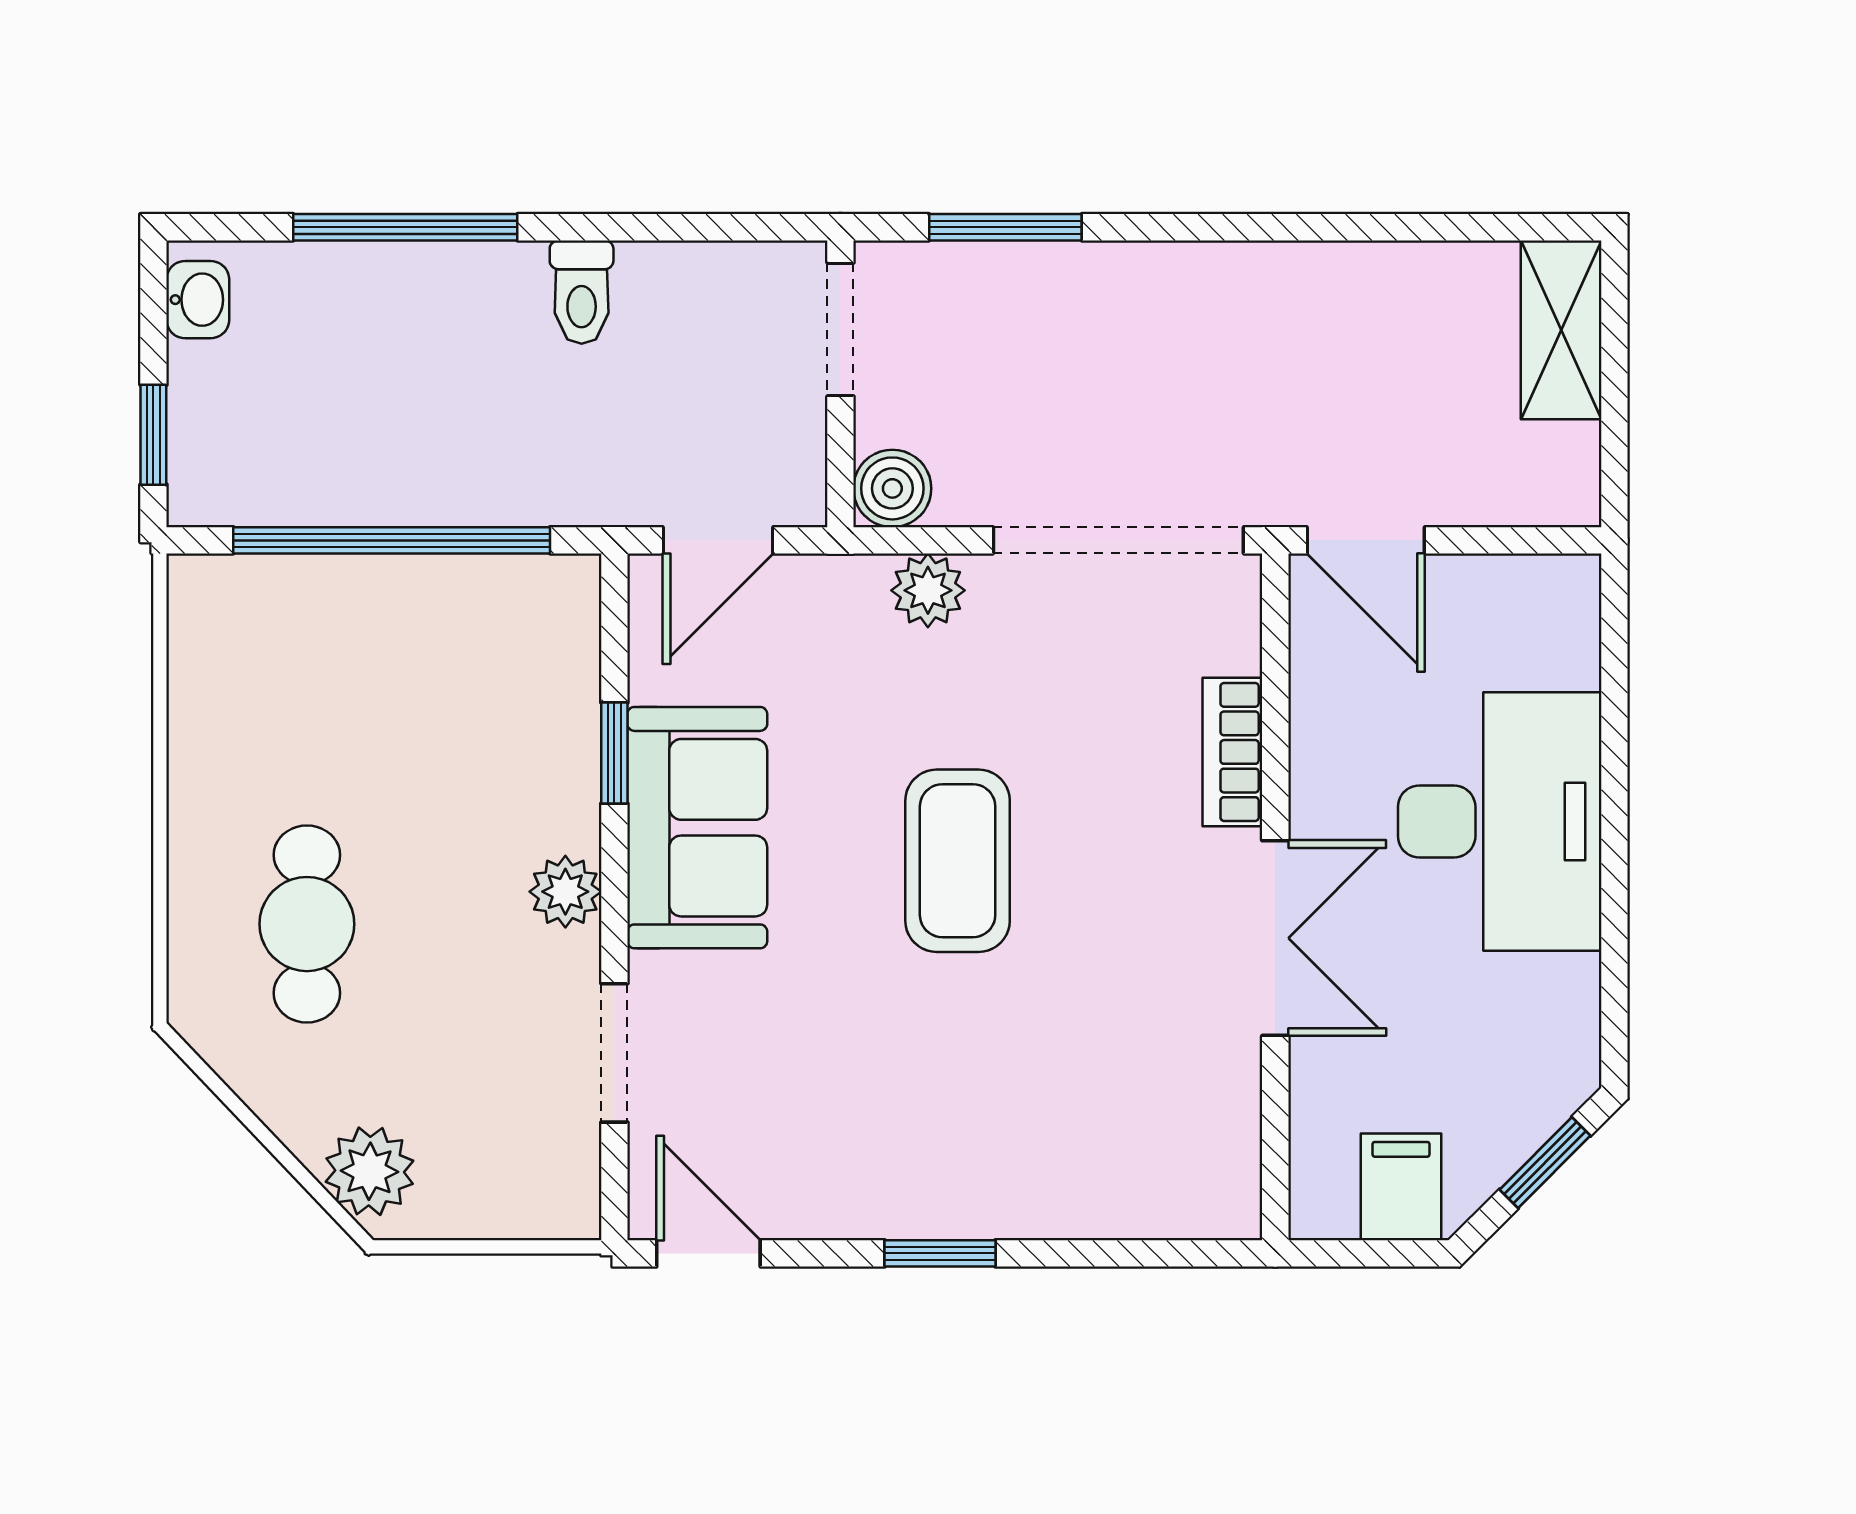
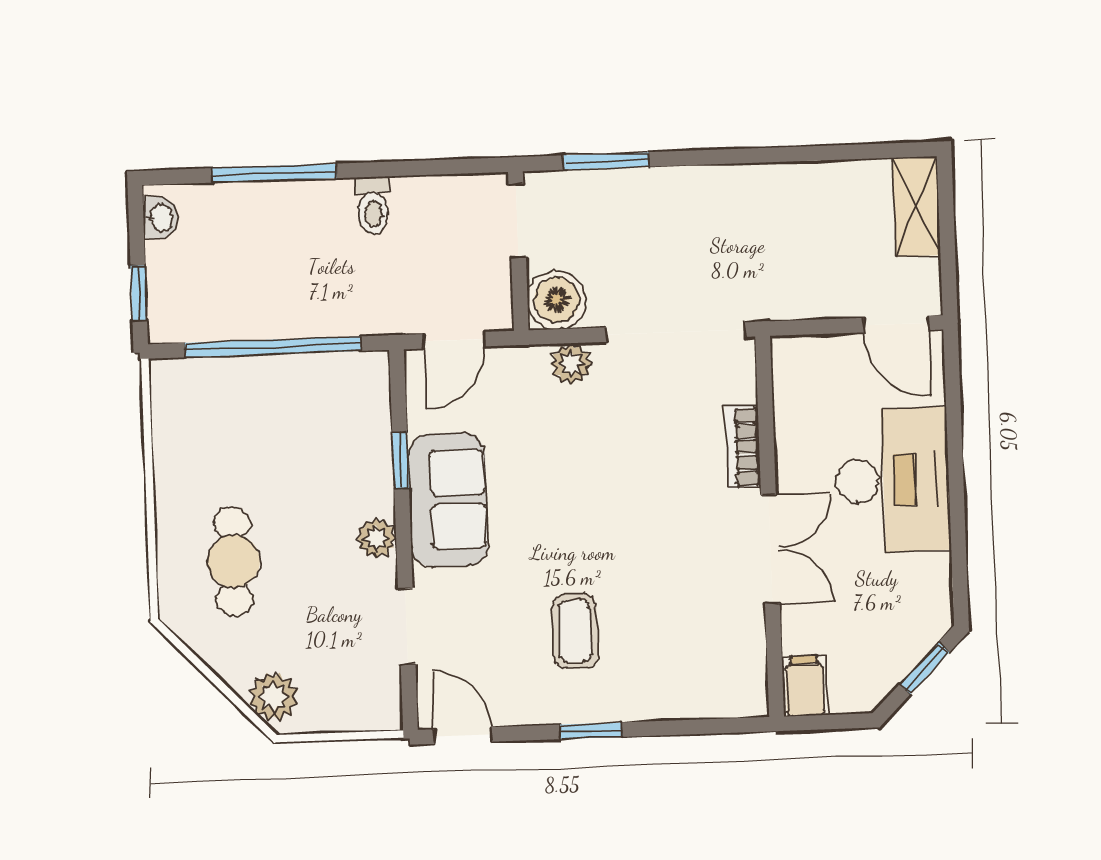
boiler: (892, 488) -> (557, 300), width x1.36, depth x1.36
door: (1366, 540) -> (896, 324), moved
coffee table: (958, 861) -> (575, 631), moved, width x0.73, depth x0.77
filing cabinet: (1401, 1187) -> (805, 686), moved

